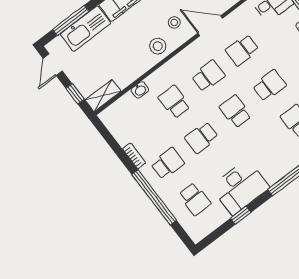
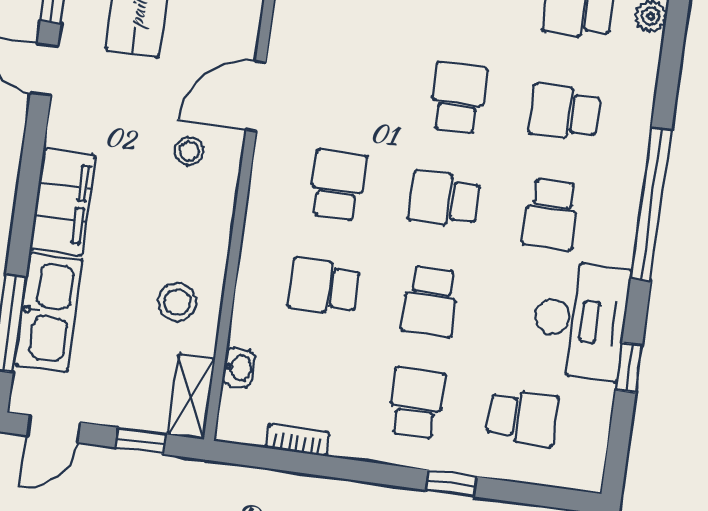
stool: (158, 46) -> (177, 302), moved
school desk: (242, 50) -> (551, 214), moved
door: (53, 65) -> (54, 429), hinge flipped
washbasin: (140, 90) -> (239, 368), moved
bookcase: (134, 156) -> (298, 440), moved
window: (154, 197) -> (451, 483), width x0.32

